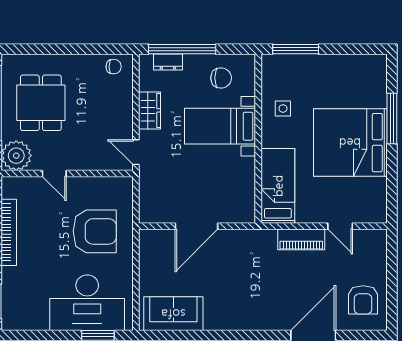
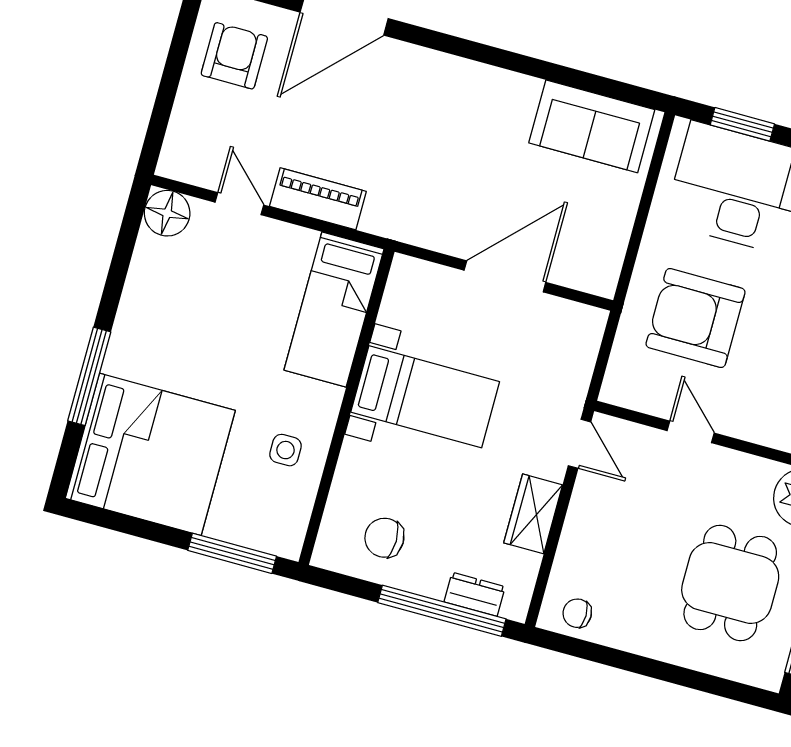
bed with nightstands: (220, 126) -> (425, 397), moved
bed: (350, 143) -> (150, 454), moved
door: (54, 173) -> (691, 432), moved
floor lamp: (375, 211) -> (167, 213), added

